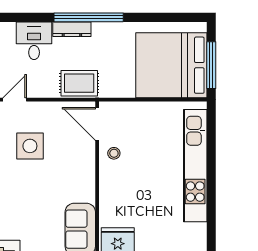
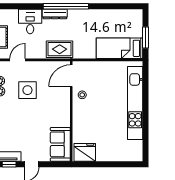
bed: (171, 65) -> (120, 48), width x0.49
window: (211, 65) -> (146, 37), width x0.69
door: (97, 124) -> (71, 76), hinge flipped

